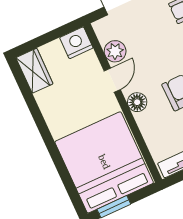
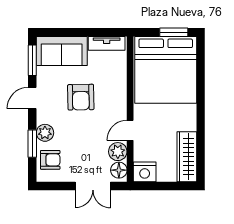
wardrobe: (34, 71) -> (187, 157), width x1.50
floor lamp: (137, 102) -> (119, 170), moved

